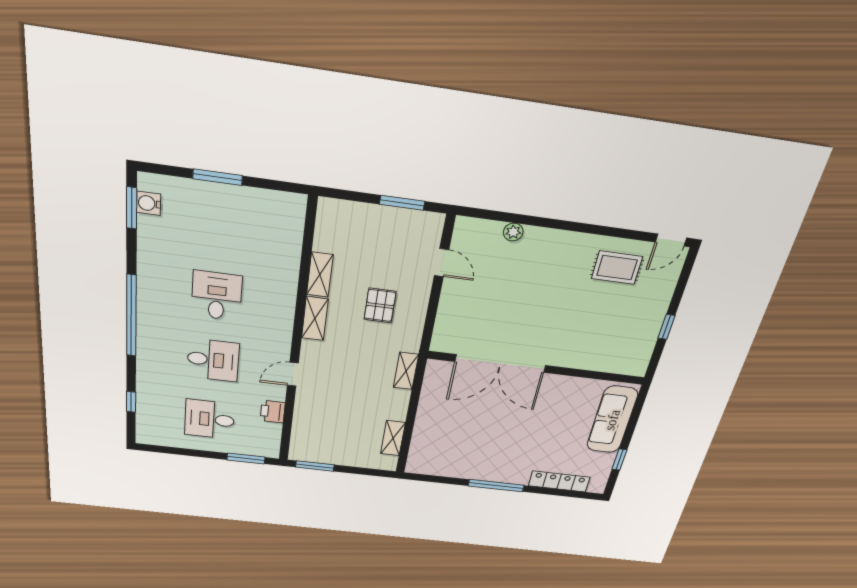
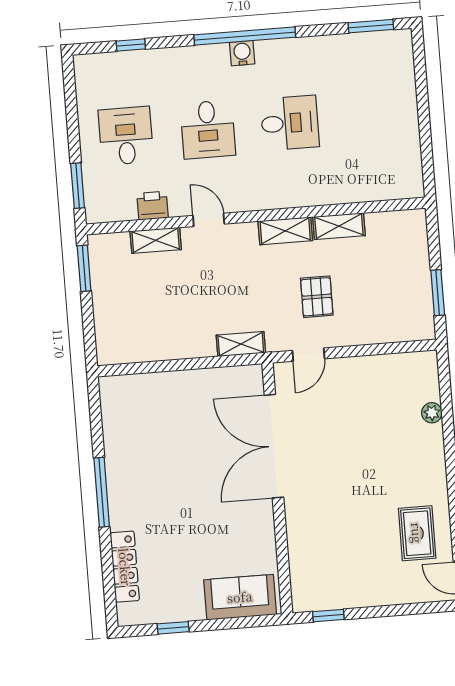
window: (218, 177) -> (423, 107), removed
water cooler: (149, 203) -> (242, 53), moved
door: (442, 263) -> (308, 355), moved
pallet: (380, 305) -> (317, 297), turned 90
window: (666, 327) -> (328, 616), moved
sofa: (612, 420) -> (240, 597), width x0.73
shelving: (393, 438) -> (156, 240), moved

